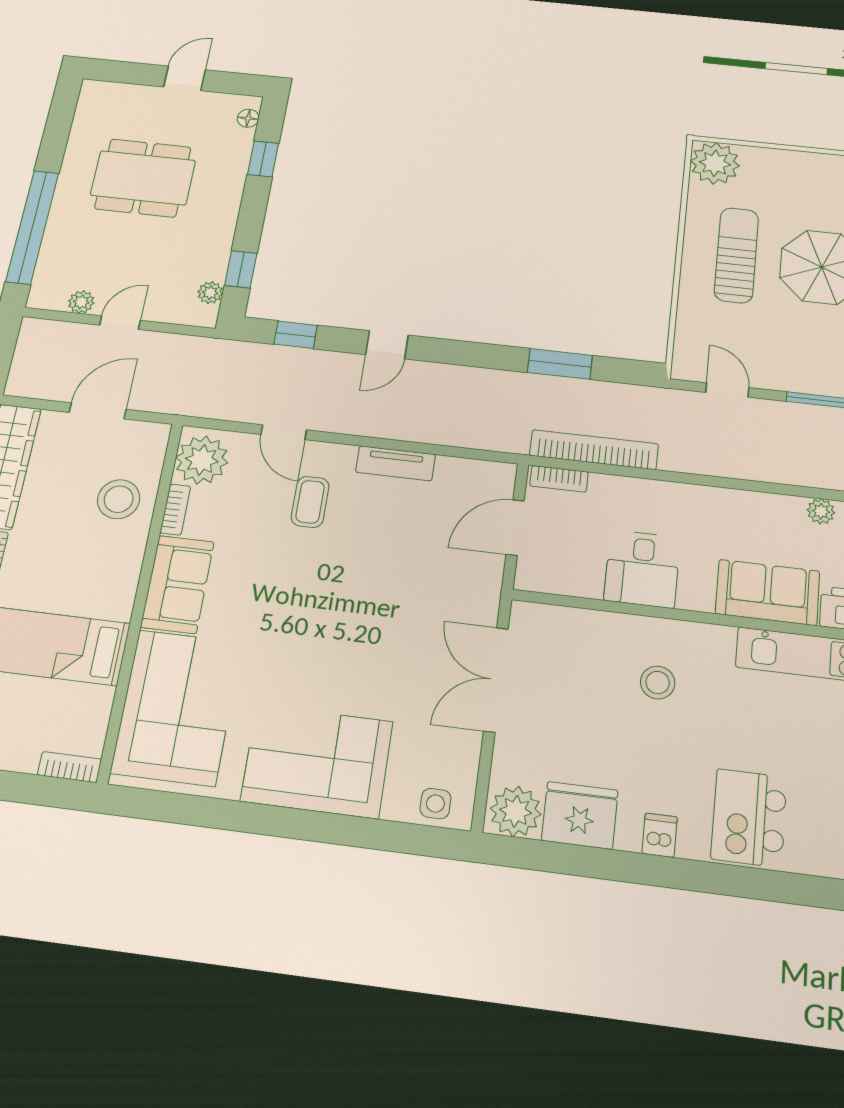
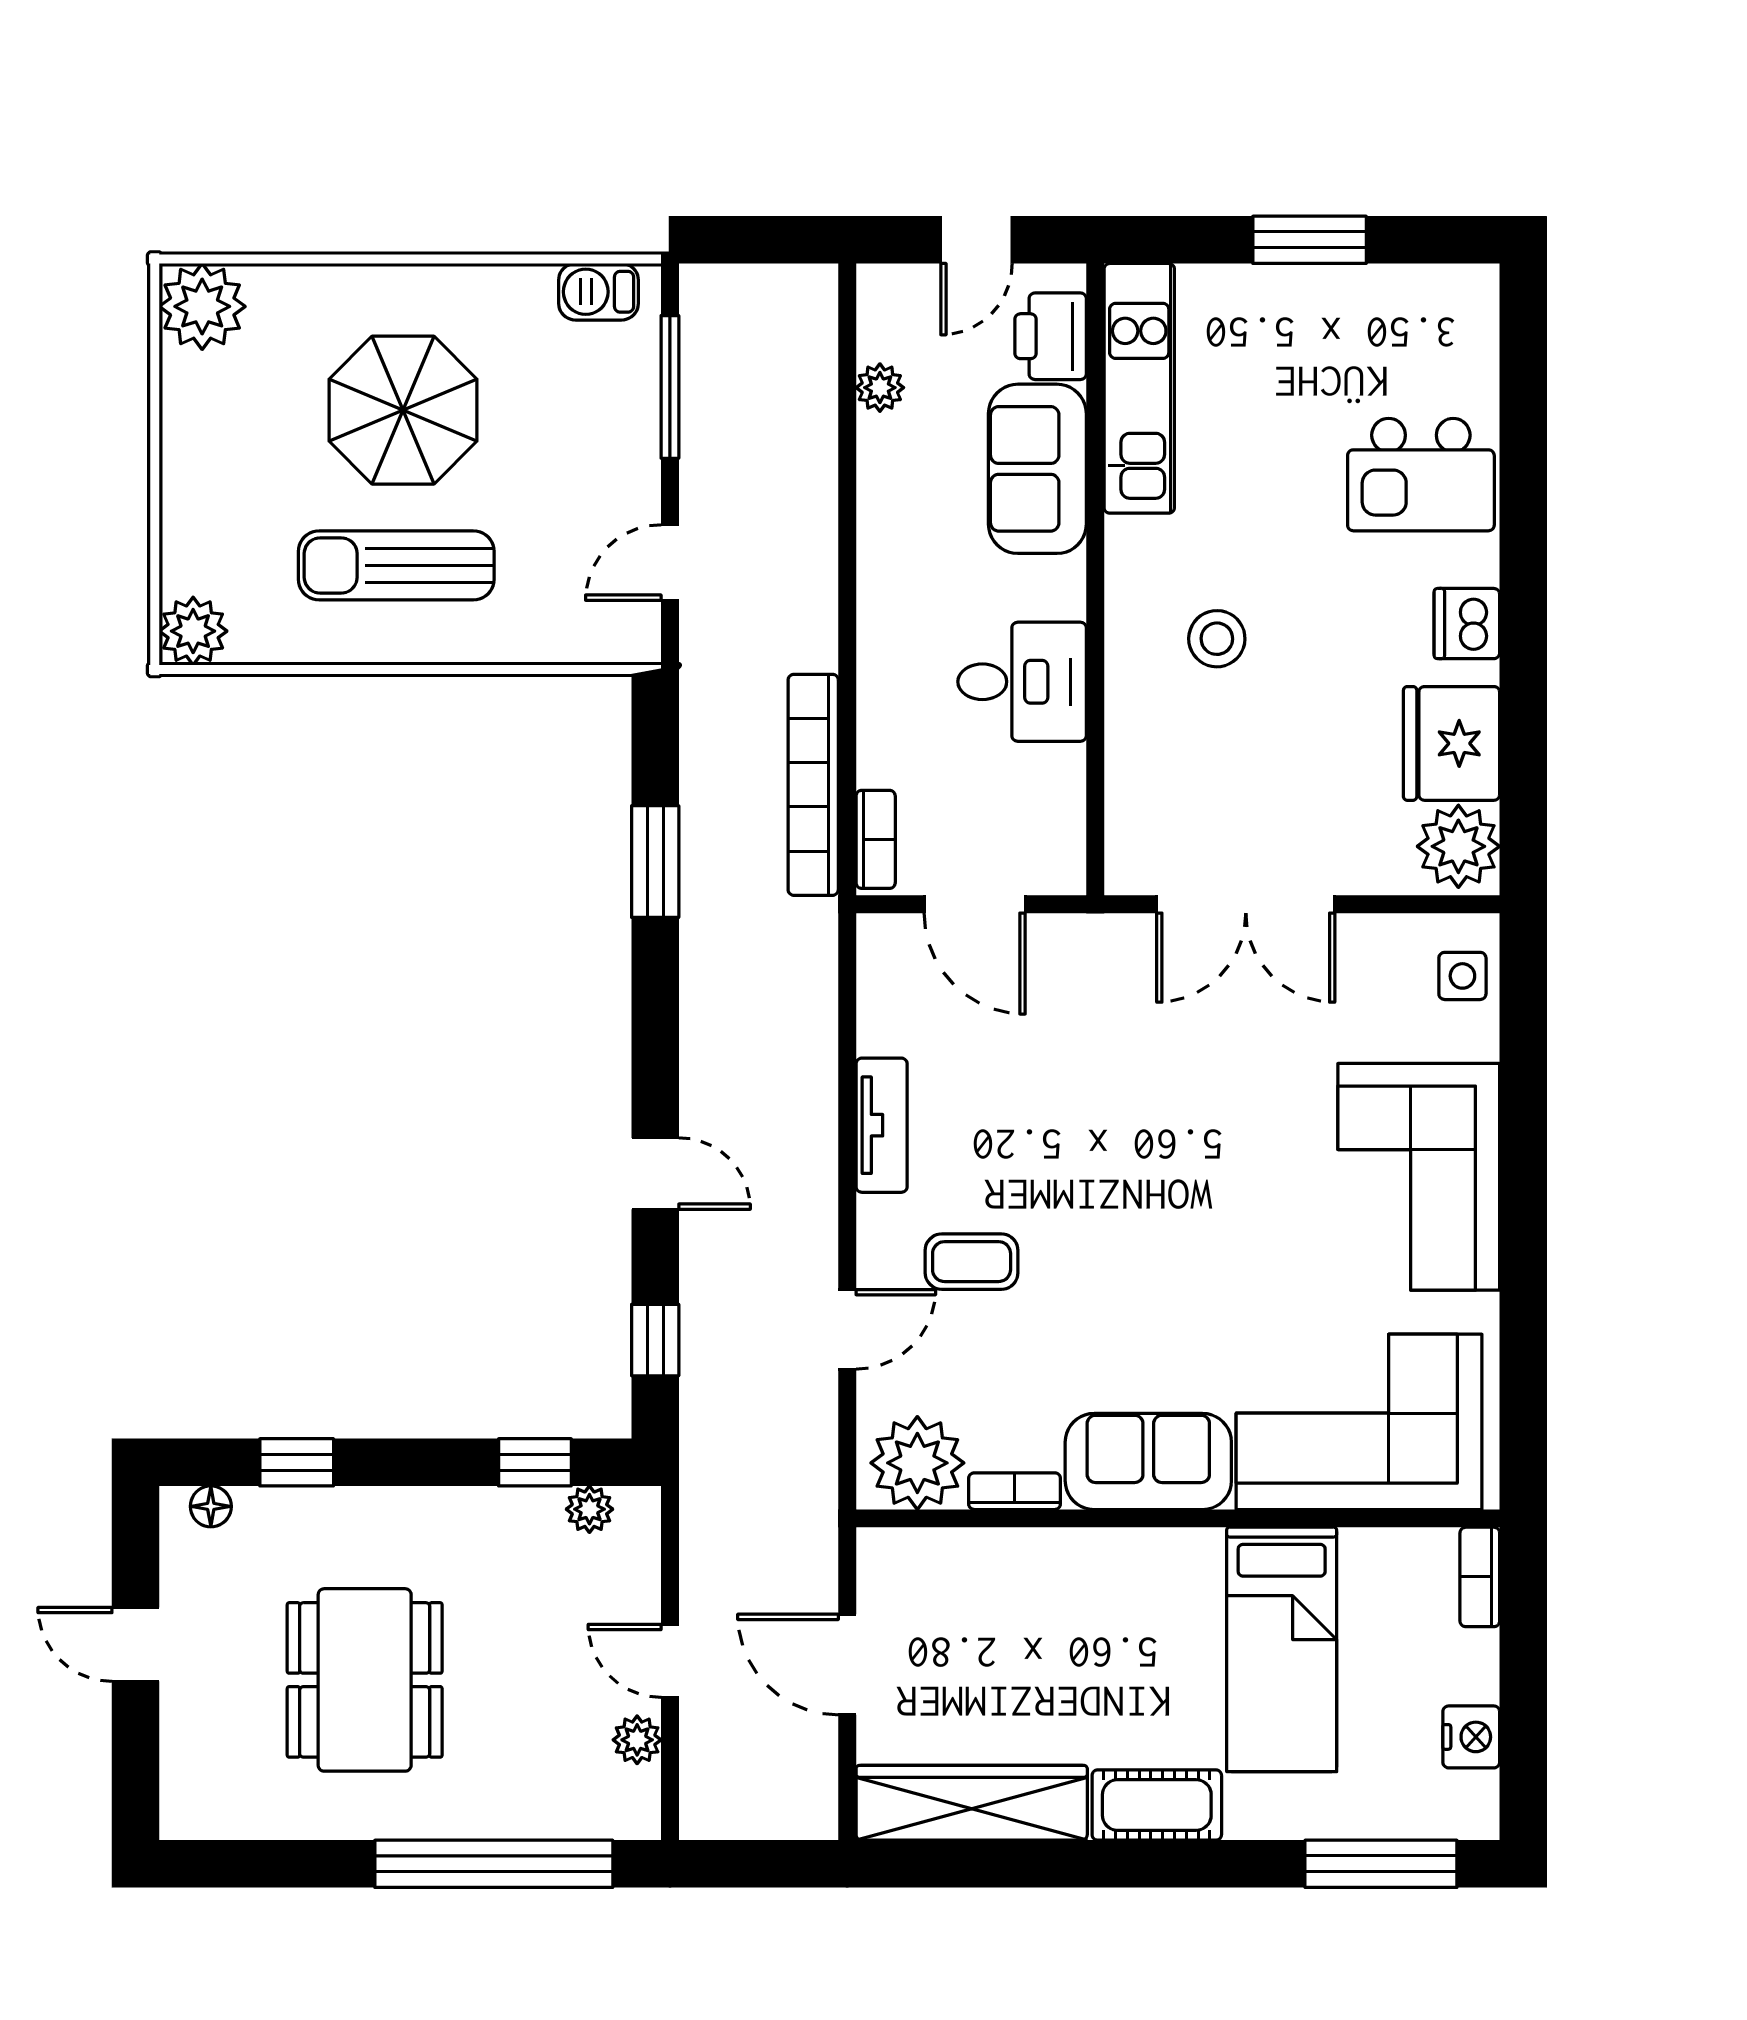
plant: (715, 163) -> (193, 631), width x0.73, depth x0.73
stool: (119, 499) -> (1008, 1593), removed
dishwasher: (660, 835) -> (1467, 624), width x1.38

